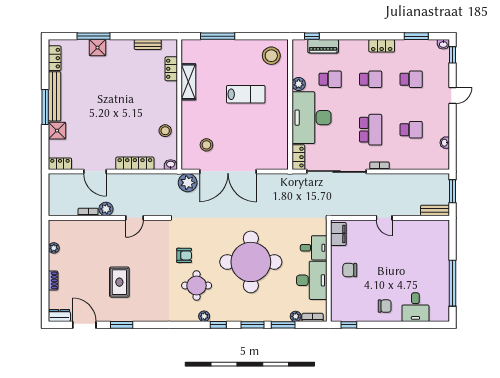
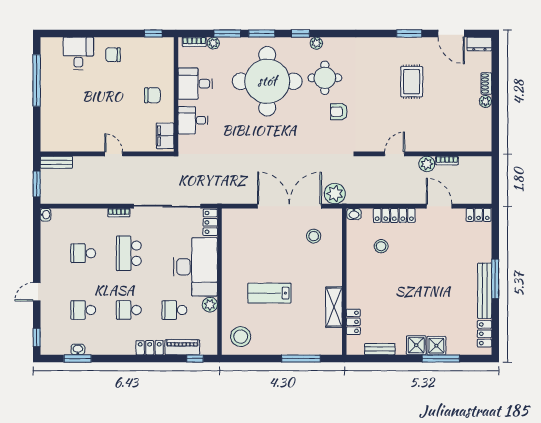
washbasin: (443, 44) -> (78, 349), moved
locker: (382, 46) -> (150, 348), moved
shower: (57, 131) -> (416, 345), moved
stool: (165, 131) -> (381, 246), moved
washbasin: (445, 143) -> (45, 215), moved
plant: (54, 248) -> (486, 101), moved
round table: (251, 262) -> (267, 81), moved
desk: (312, 280) -> (195, 84), width x0.73

